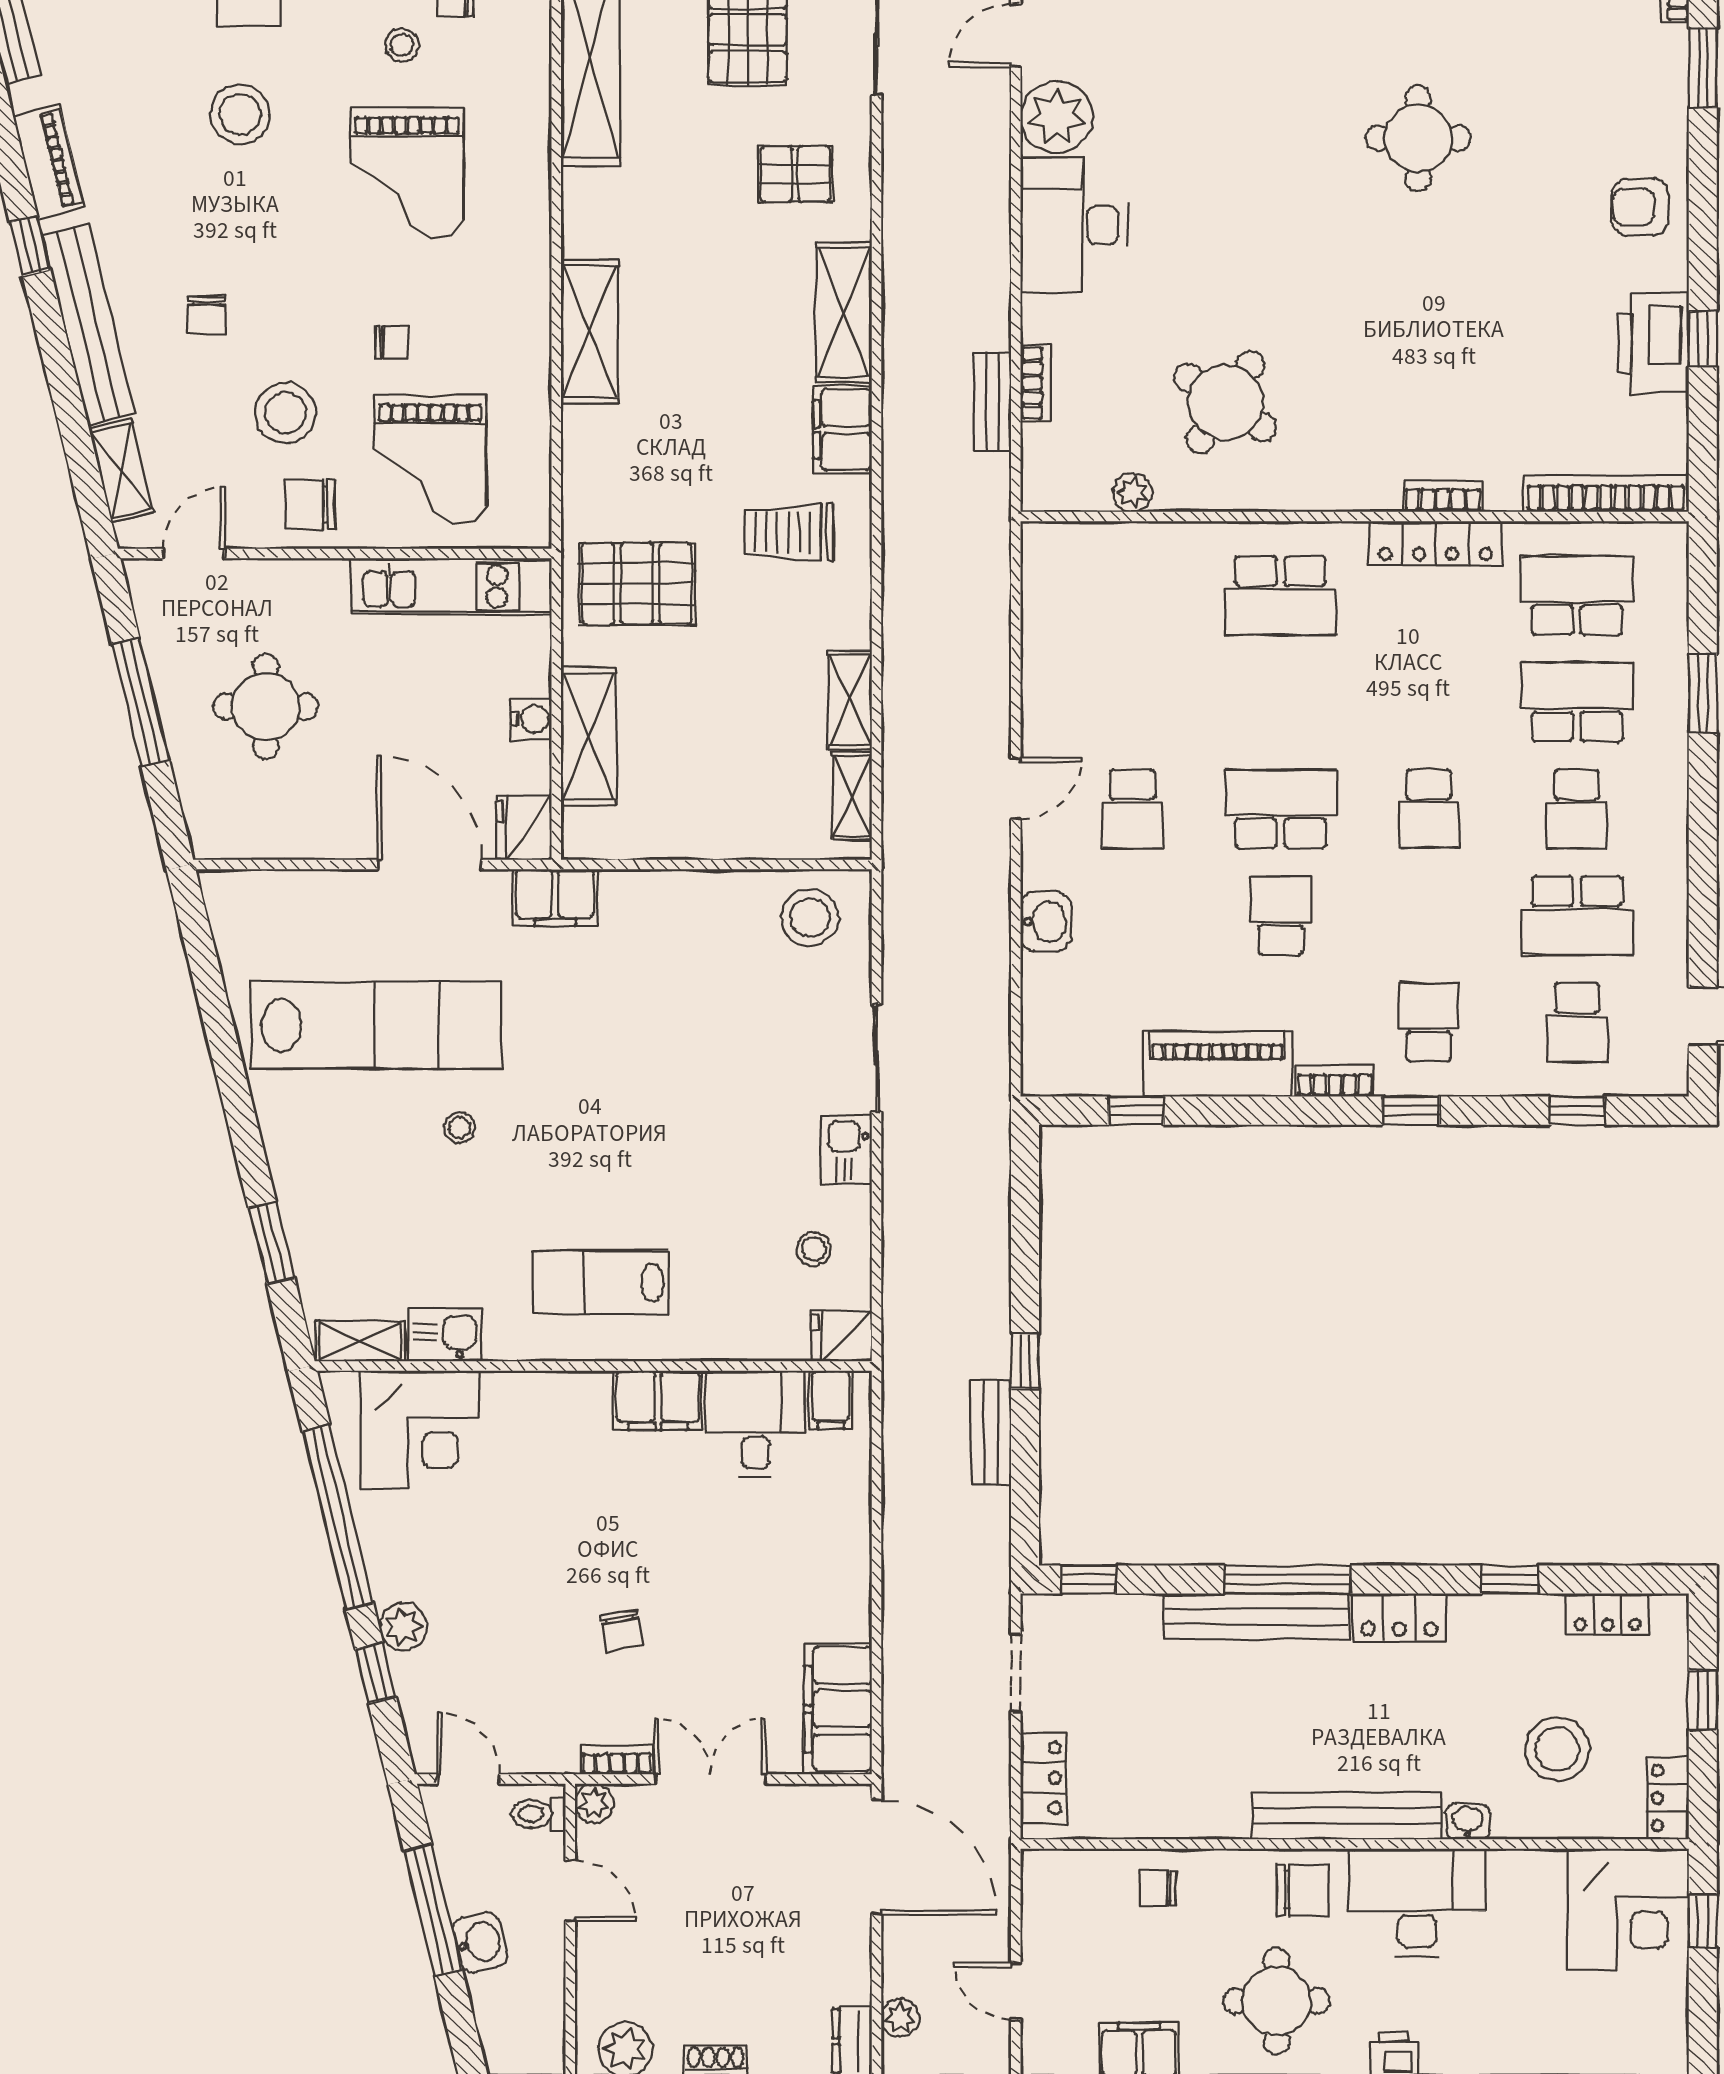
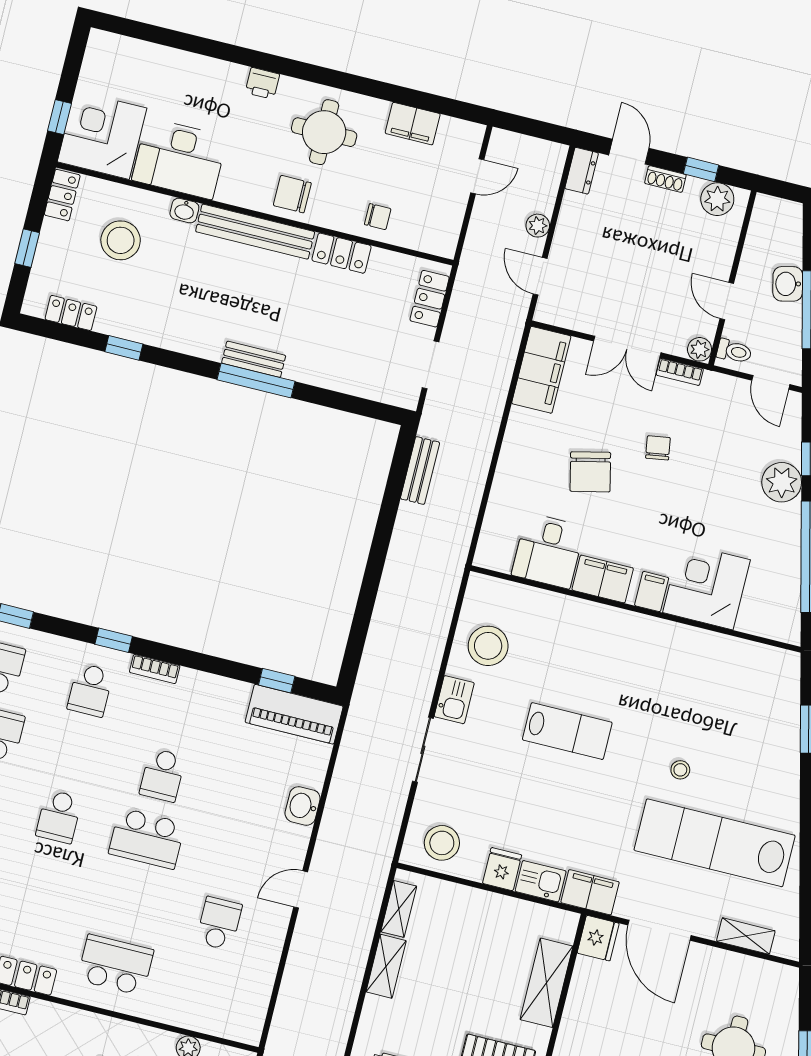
water cooler: (531, 719) -> (578, 1001), removed
school desk: (1132, 809) -> (219, 923), moved
school desk: (1429, 809) -> (59, 817), turned 180
piano: (1217, 1064) -> (294, 714), moved
stool: (814, 1249) -> (488, 646), width x1.89, depth x1.89
lab bench: (601, 1283) -> (567, 731), moved
kitchen sink: (445, 1335) -> (541, 881), moved, turned 180
fridge: (841, 1336) -> (502, 869), moved, turned -90
shelving: (360, 1341) -> (746, 936), moved
window: (1025, 1361) -> (379, 548), removed
filing cabinet: (831, 1400) -> (652, 592), moved
corner desk: (420, 1430) -> (706, 586), moved
bench: (991, 1433) -> (420, 470), moved
chair: (720, 1566) -> (590, 472), added
window: (1088, 1579) -> (374, 410), removed
bench: (1256, 1616) -> (254, 359), width x0.54, depth x0.82
locker: (1399, 1617) -> (342, 253), moved, turned 180
plant: (403, 1627) -> (782, 482), width x1.36, depth x1.36
door: (877, 1857) -> (540, 276), width x0.53
desk: (1417, 1902) -> (180, 159), moved
door: (1016, 1991) -> (477, 176), hinge flipped
plant: (900, 2018) -> (538, 226), moved

